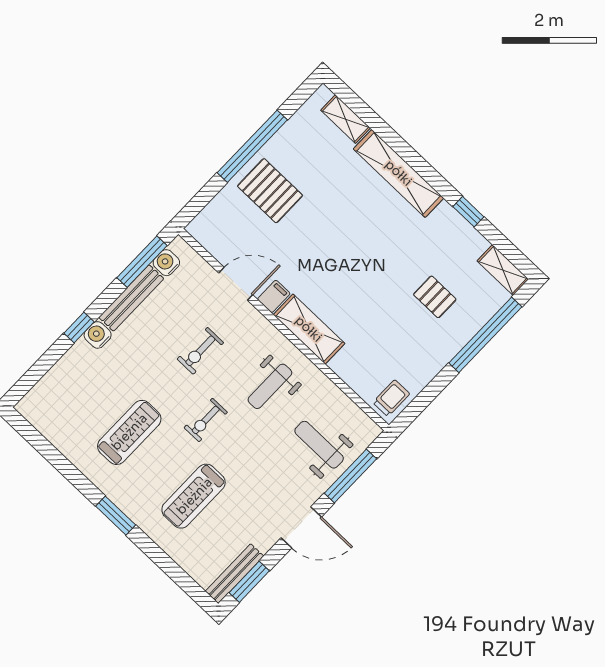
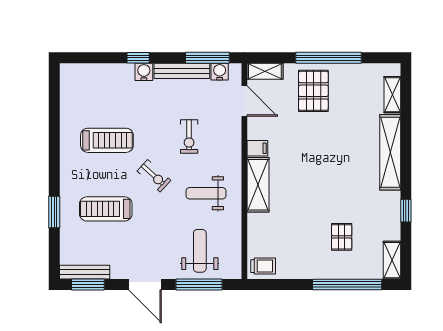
shelving: (207, 219) -> (265, 71), added
door: (236, 284) -> (244, 101), moved
exercise bike: (200, 351) -> (189, 136), turned -90
exercise bike: (206, 420) -> (154, 176), turned -138
window: (116, 516) -> (54, 212), moved

